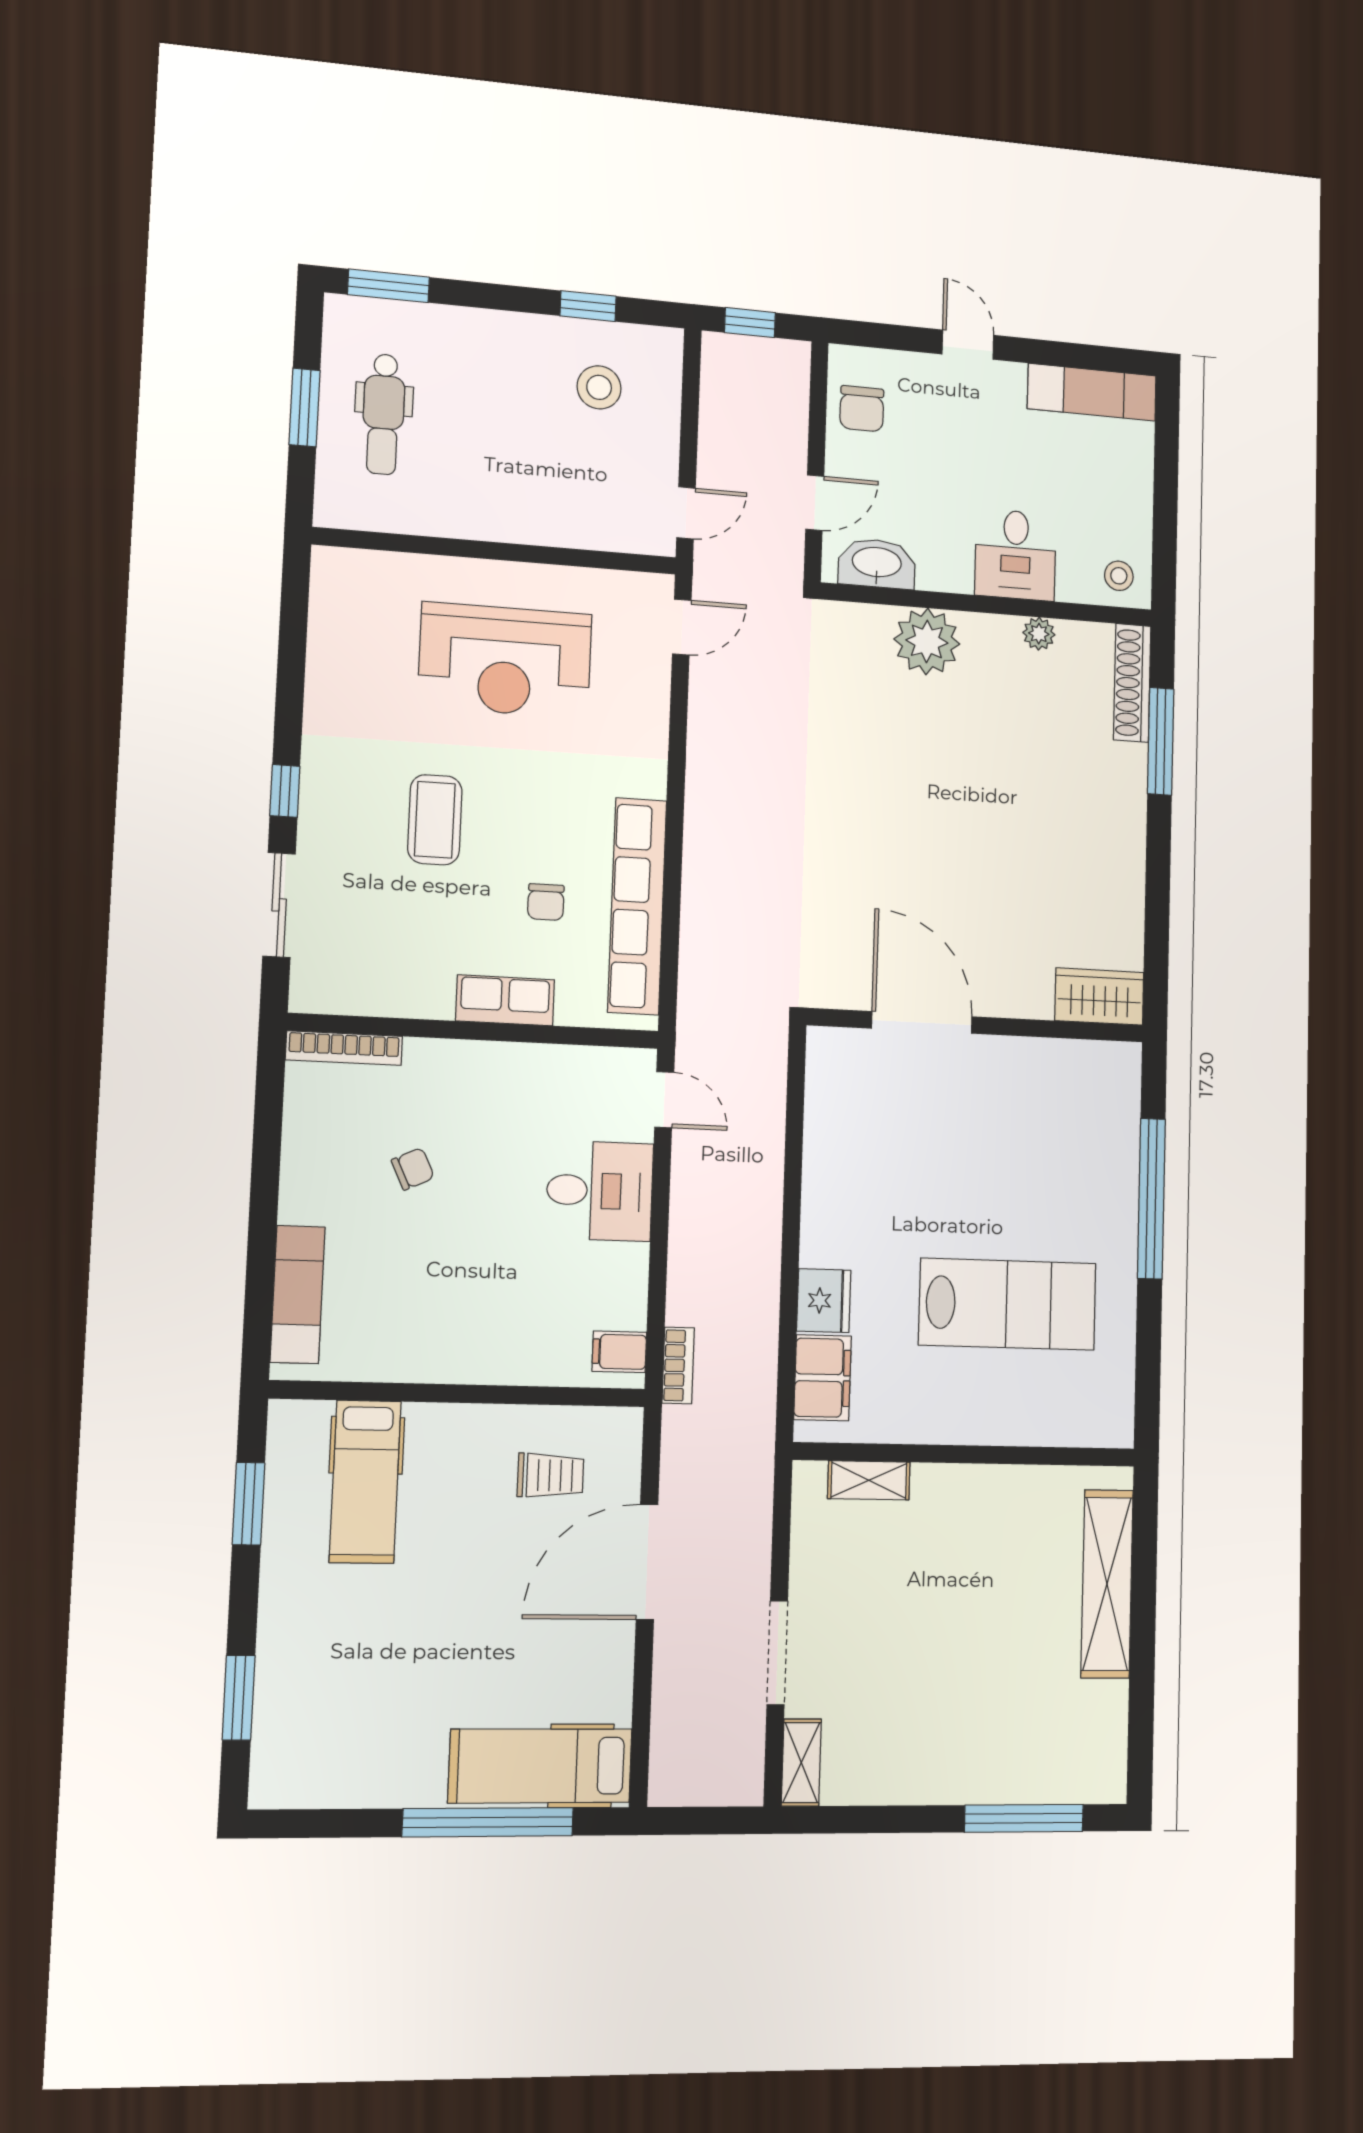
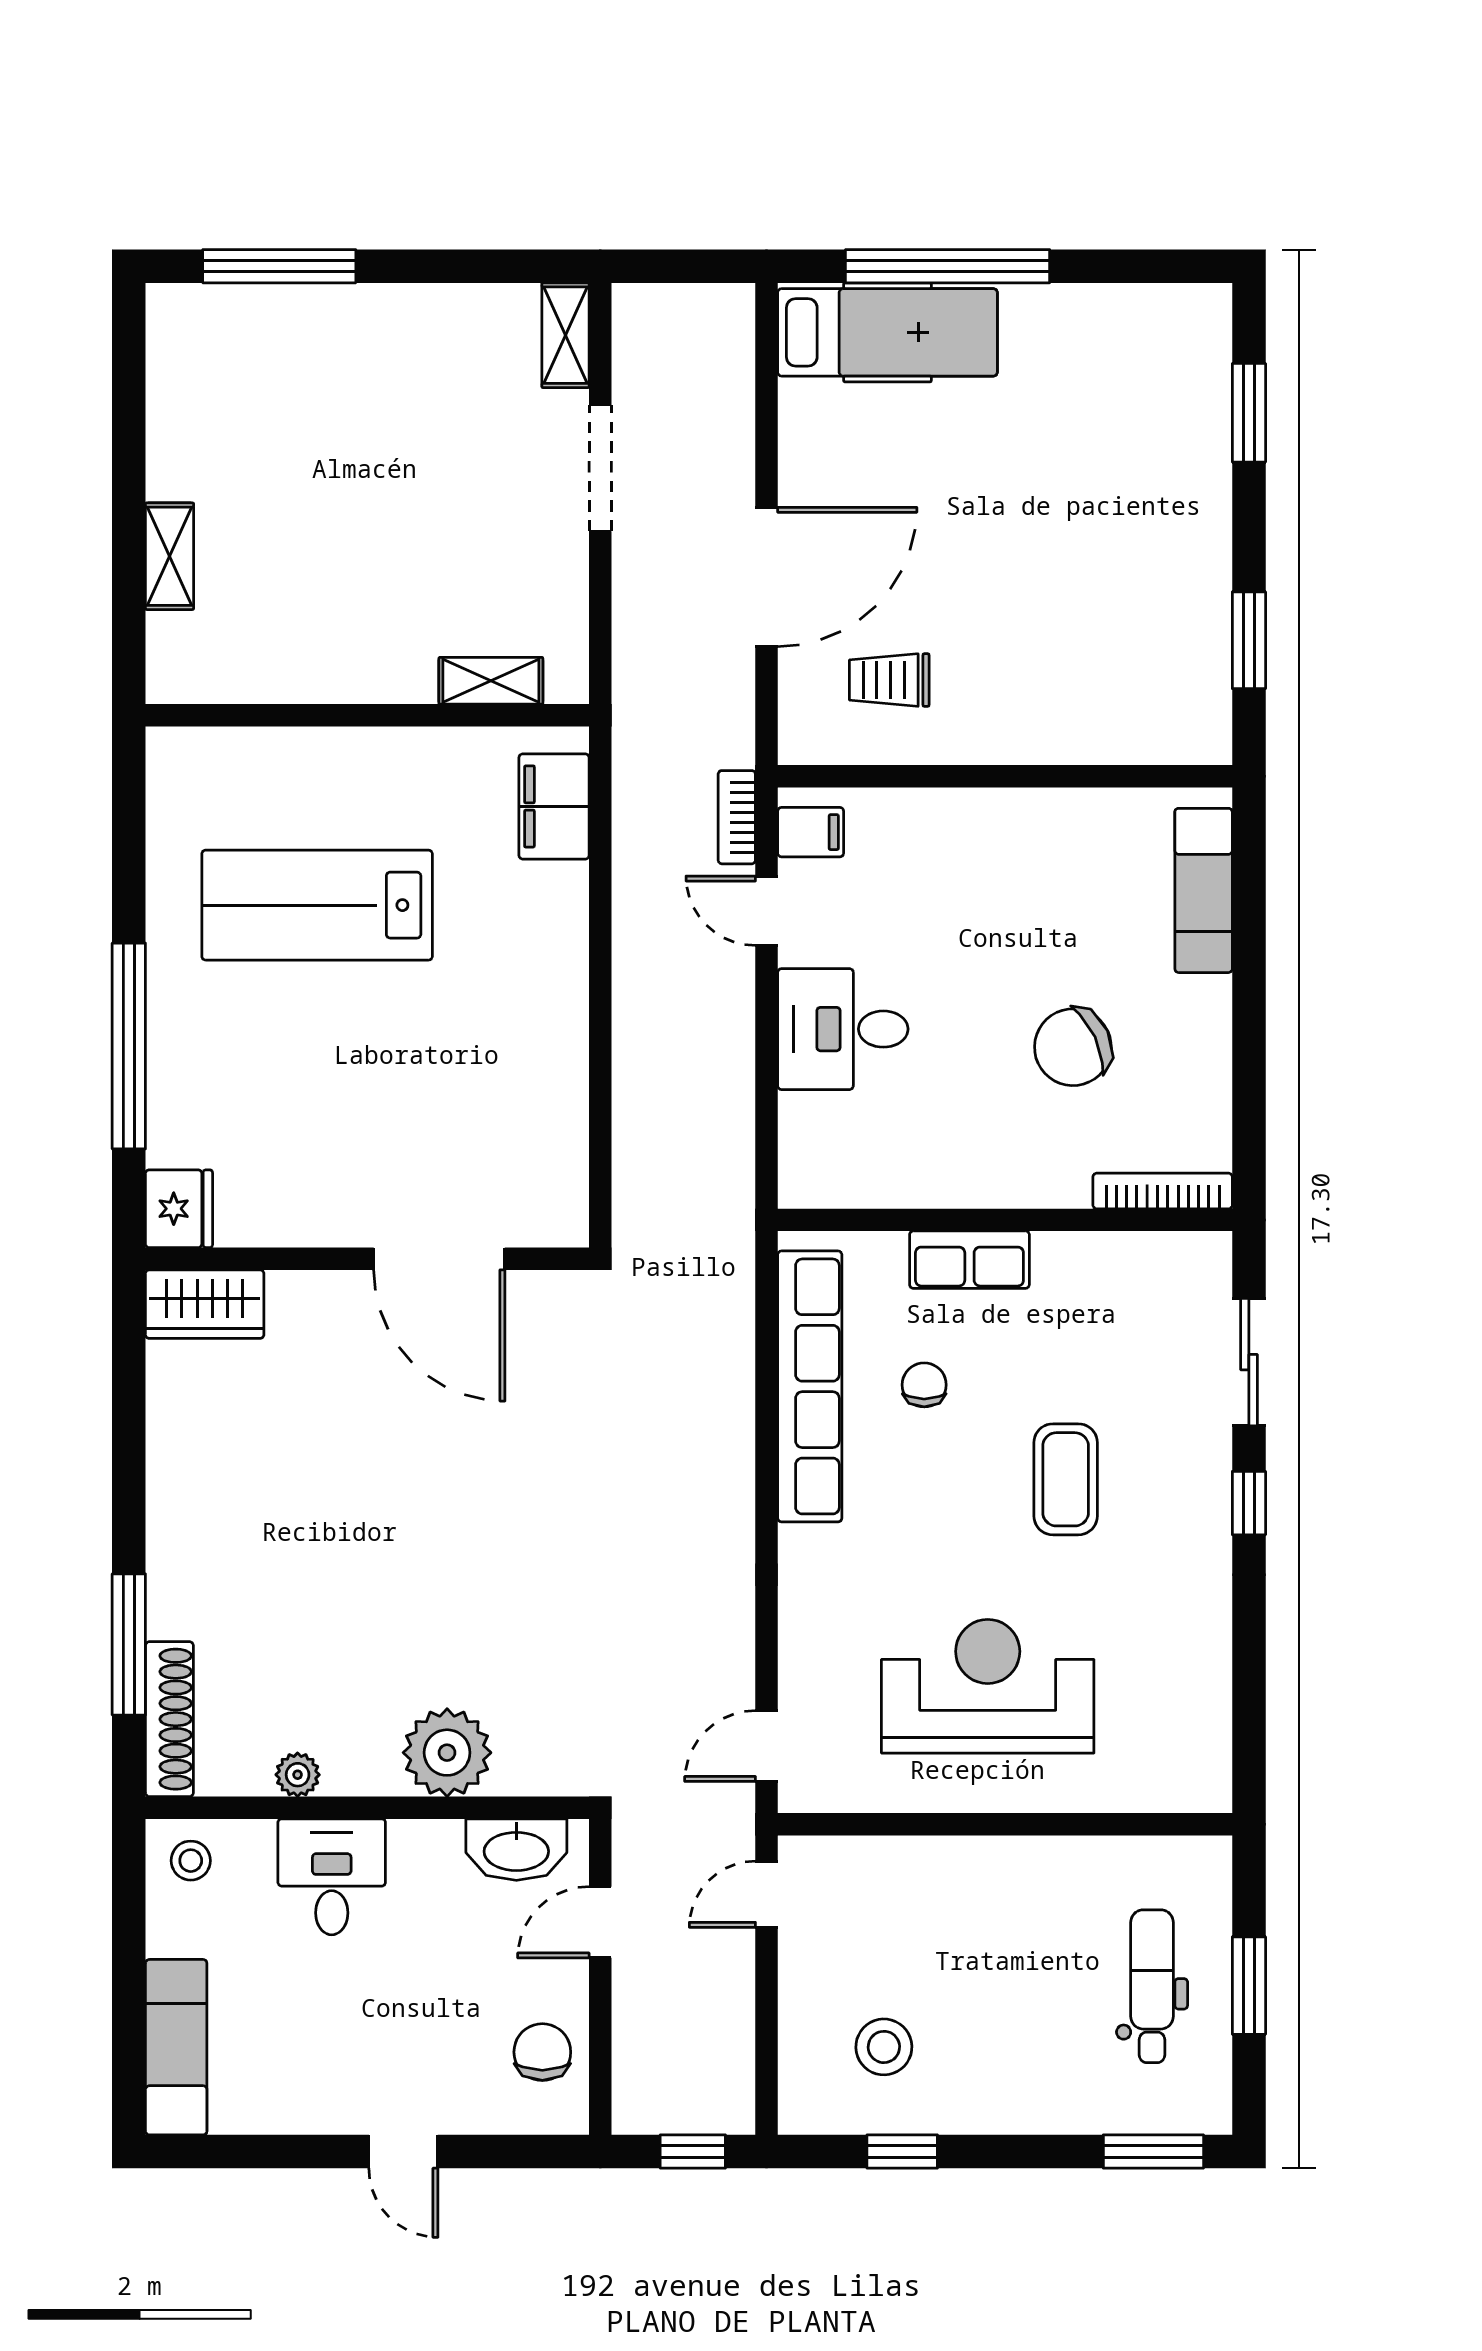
exam couch: (1092, 392) -> (176, 2047), moved, turned 90
door: (664, 1100) -> (767, 911), moved
chair: (413, 1169) -> (1073, 1047), width x1.87, depth x1.87
fridge: (824, 1301) -> (179, 1209), moved, turned 180
hospital bed: (365, 1482) -> (1113, 669), removed
shelving: (1107, 1584) -> (170, 556), width x0.45, depth x0.75

